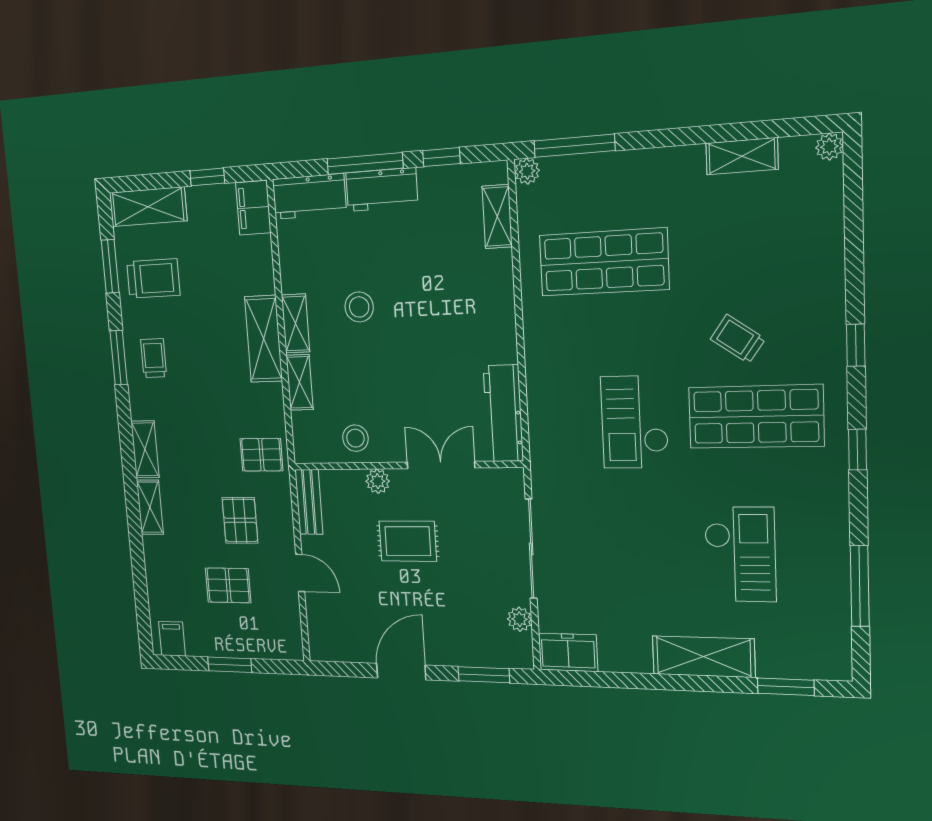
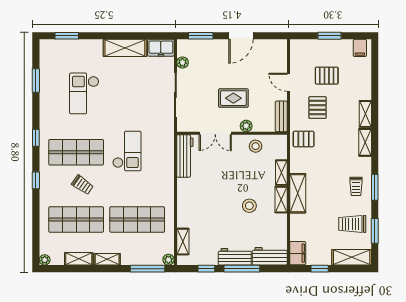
shelving: (672, 161) -> (107, 259), added
shop shelf: (751, 254) -> (76, 219), added
window: (860, 586) -> (36, 80), width x0.69
shelving: (703, 657) -> (125, 48), moved

